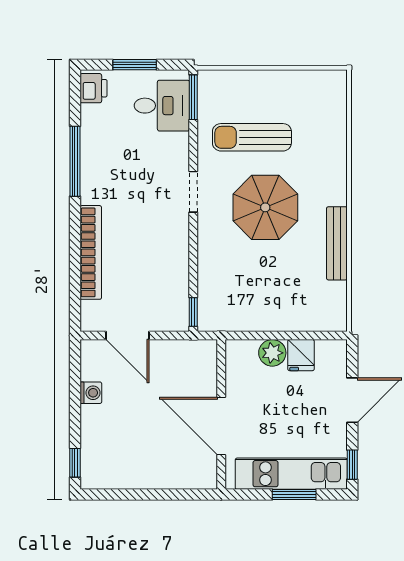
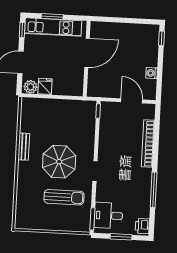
bench: (337, 243) -> (24, 147), width x0.73
plant: (272, 353) -> (31, 87), moved
door: (221, 426) -> (87, 53), hinge flipped

